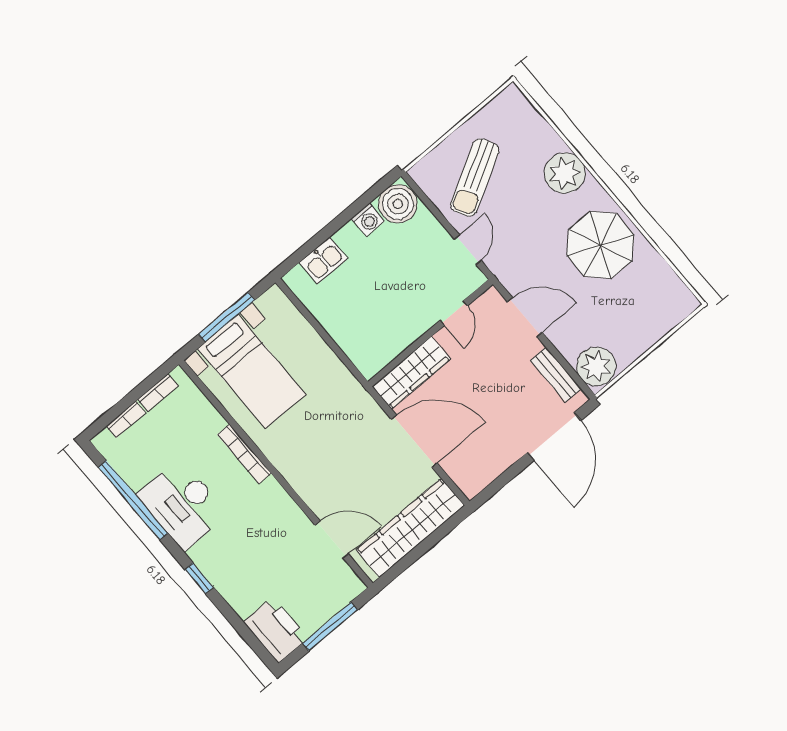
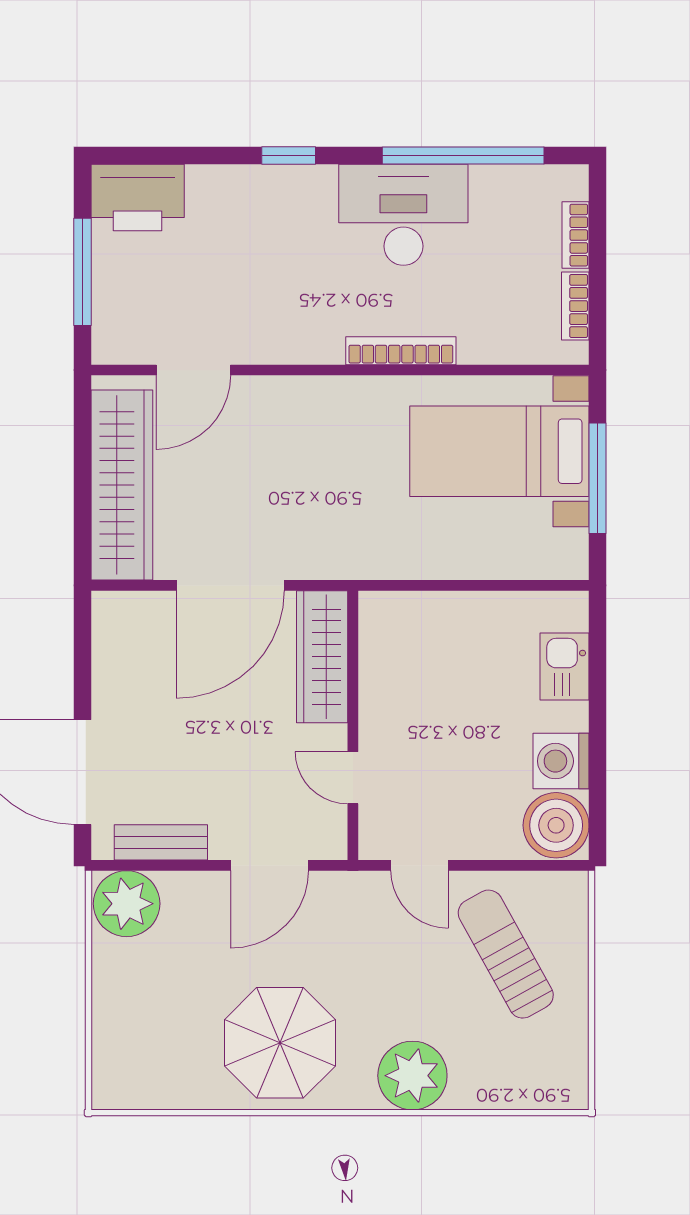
washing machine: (368, 220) -> (561, 761), width x1.38, depth x1.38

